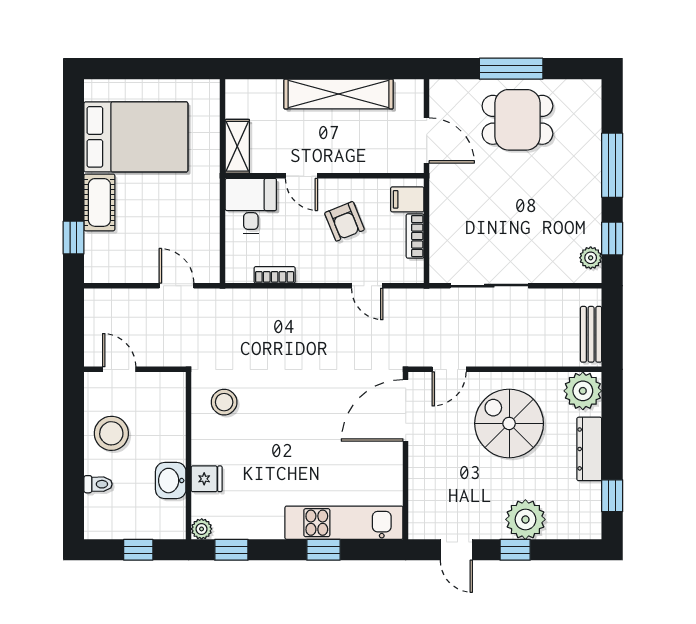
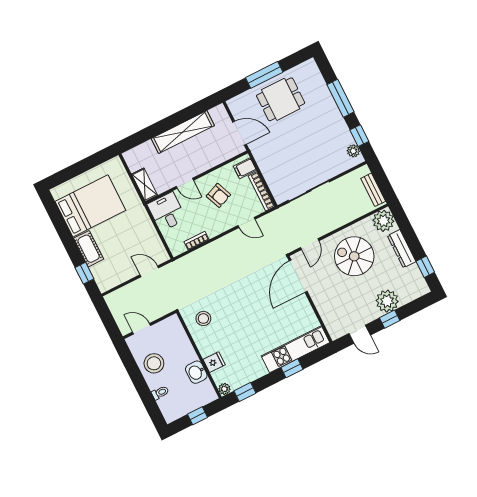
bookcase: (415, 236) -> (261, 191), width x1.56

